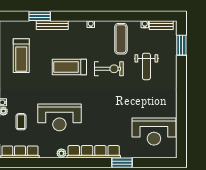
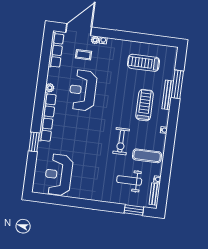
window: (40, 16) -> (177, 84), width x1.44
weight bench: (146, 66) -> (129, 180), moved
treadmill: (69, 67) -> (145, 105), moved

